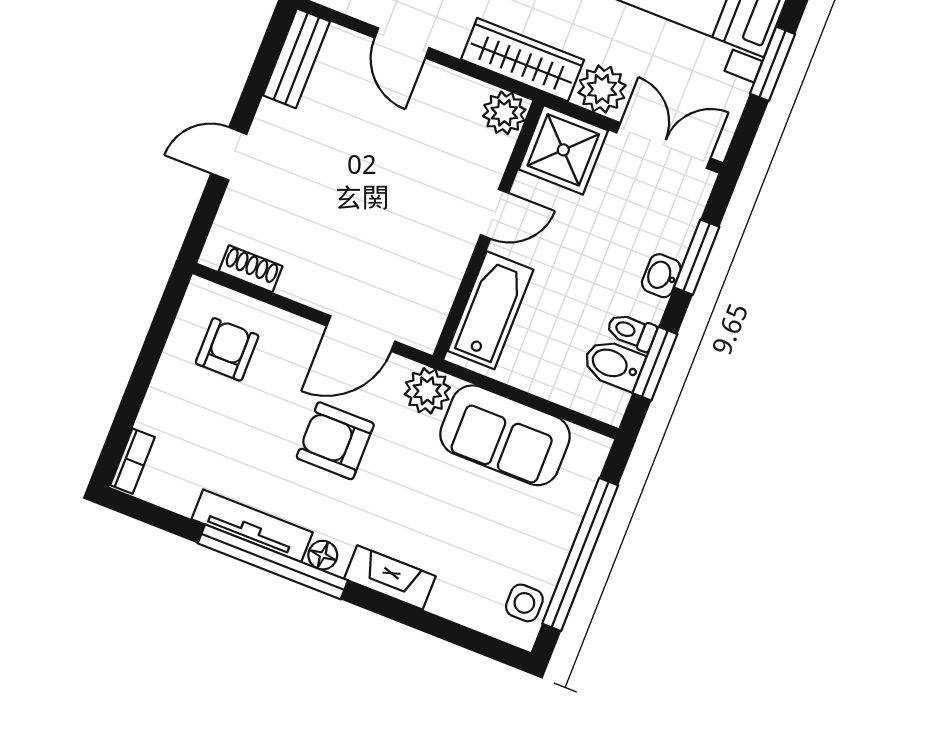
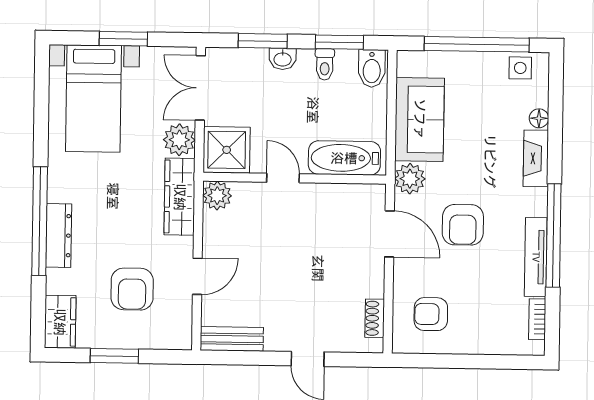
bidet: (613, 364) -> (372, 68), moved
bookcase: (133, 461) -> (537, 319), moved, turned -90
floor lamp: (323, 555) -> (539, 118), moved

